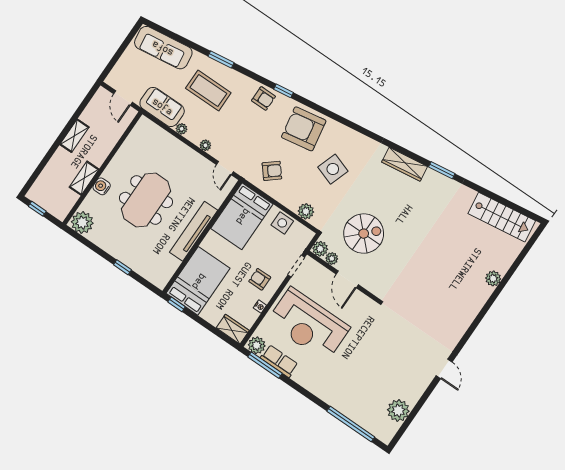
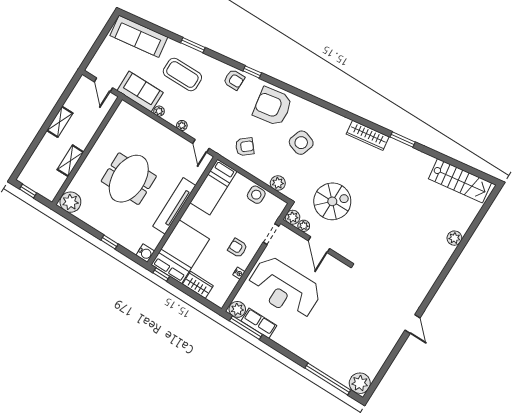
water cooler: (102, 186) -> (145, 253), moved, turned 180
bed: (242, 216) -> (214, 187), width x0.67
wardrobe: (233, 329) -> (198, 285), moved
plant: (398, 411) -> (360, 383), moved

